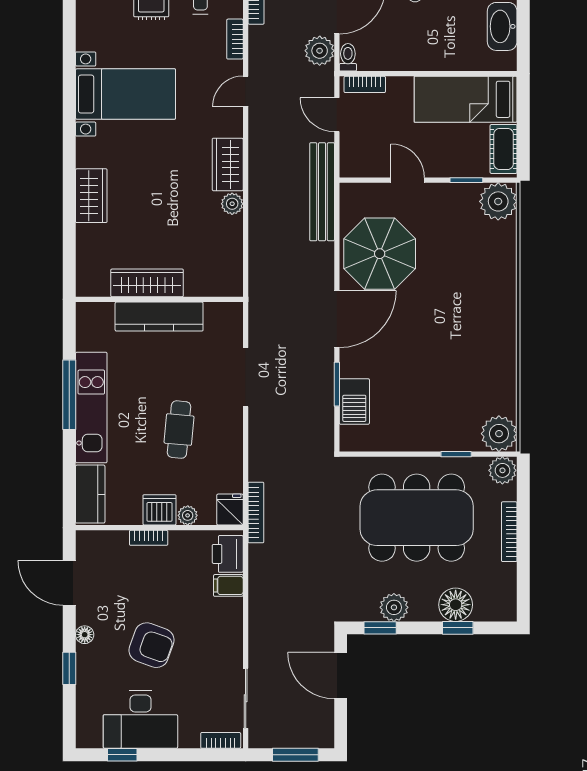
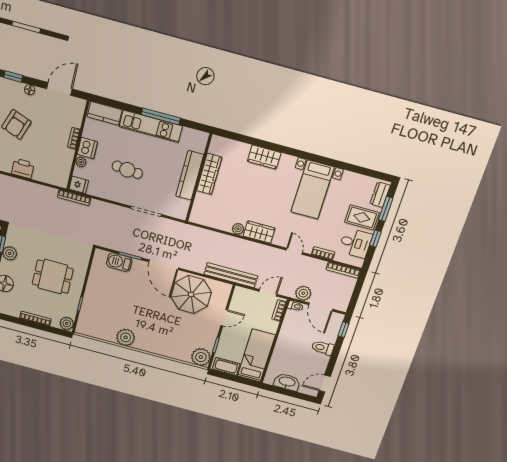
plant: (499, 434) -> (126, 337), moved
dining table: (417, 518) -> (53, 277), width x0.53, depth x0.80
printer: (228, 554) -> (23, 169), moved
filing cabinet: (228, 585) -> (39, 173), removed

